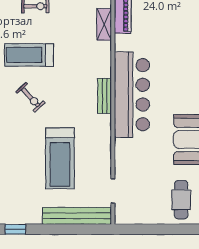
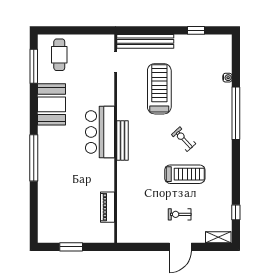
shelving: (104, 24) -> (123, 199), removed
bar counter: (132, 95) -> (100, 132), width x0.73
bench: (105, 96) -> (123, 140), width x1.36

